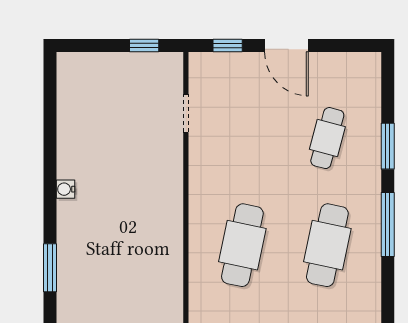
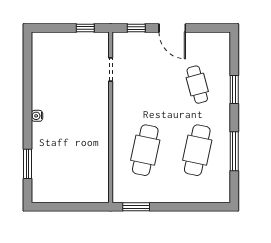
cafe table: (327, 138) -> (197, 85), turned -30
window: (388, 224) -> (234, 151), moved

